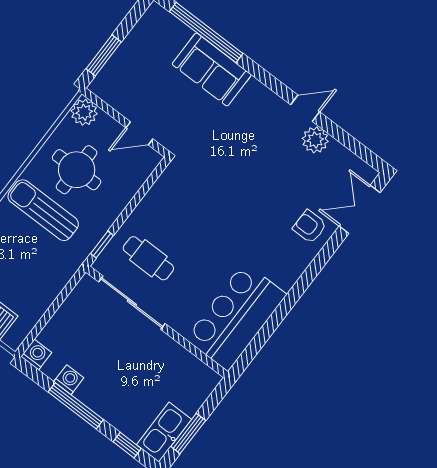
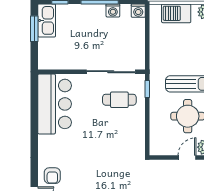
door: (139, 133) -> (187, 158), moved
armchair: (310, 227) -> (52, 176), turned 90

